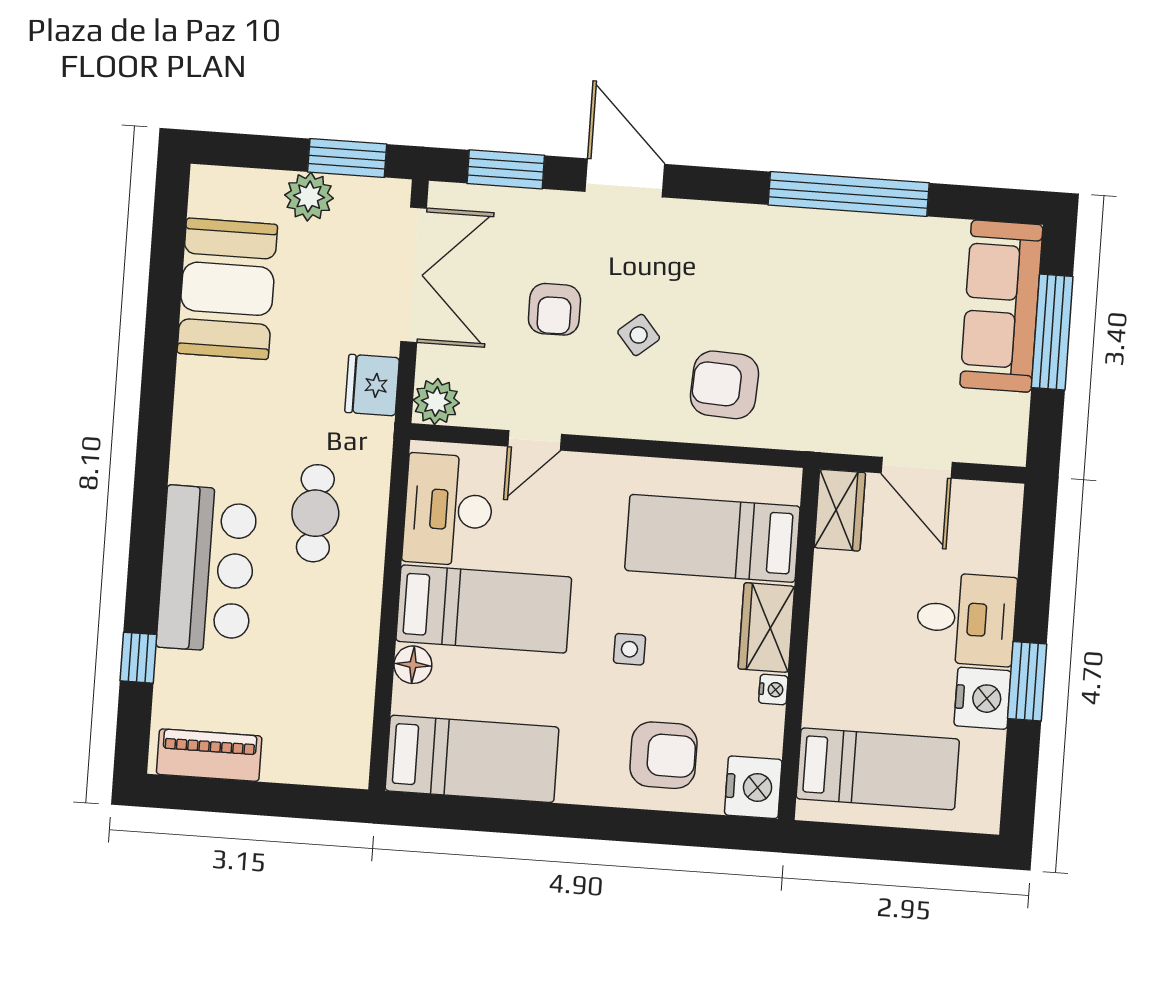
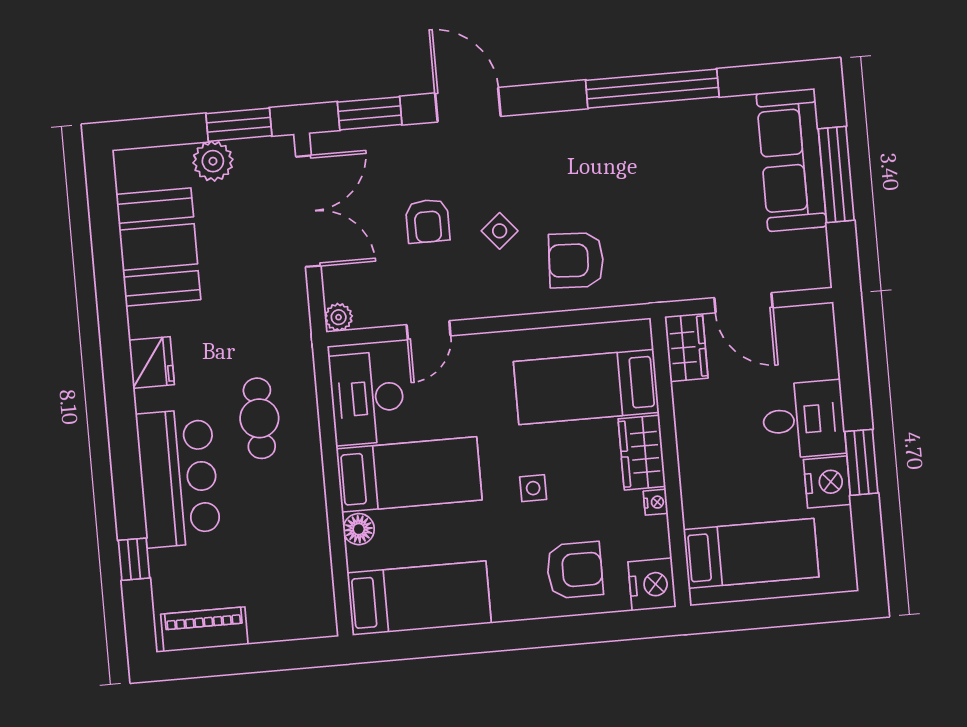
fridge: (372, 385) -> (152, 362), moved, turned 180
plant: (436, 402) -> (339, 317), width x0.73, depth x0.73

